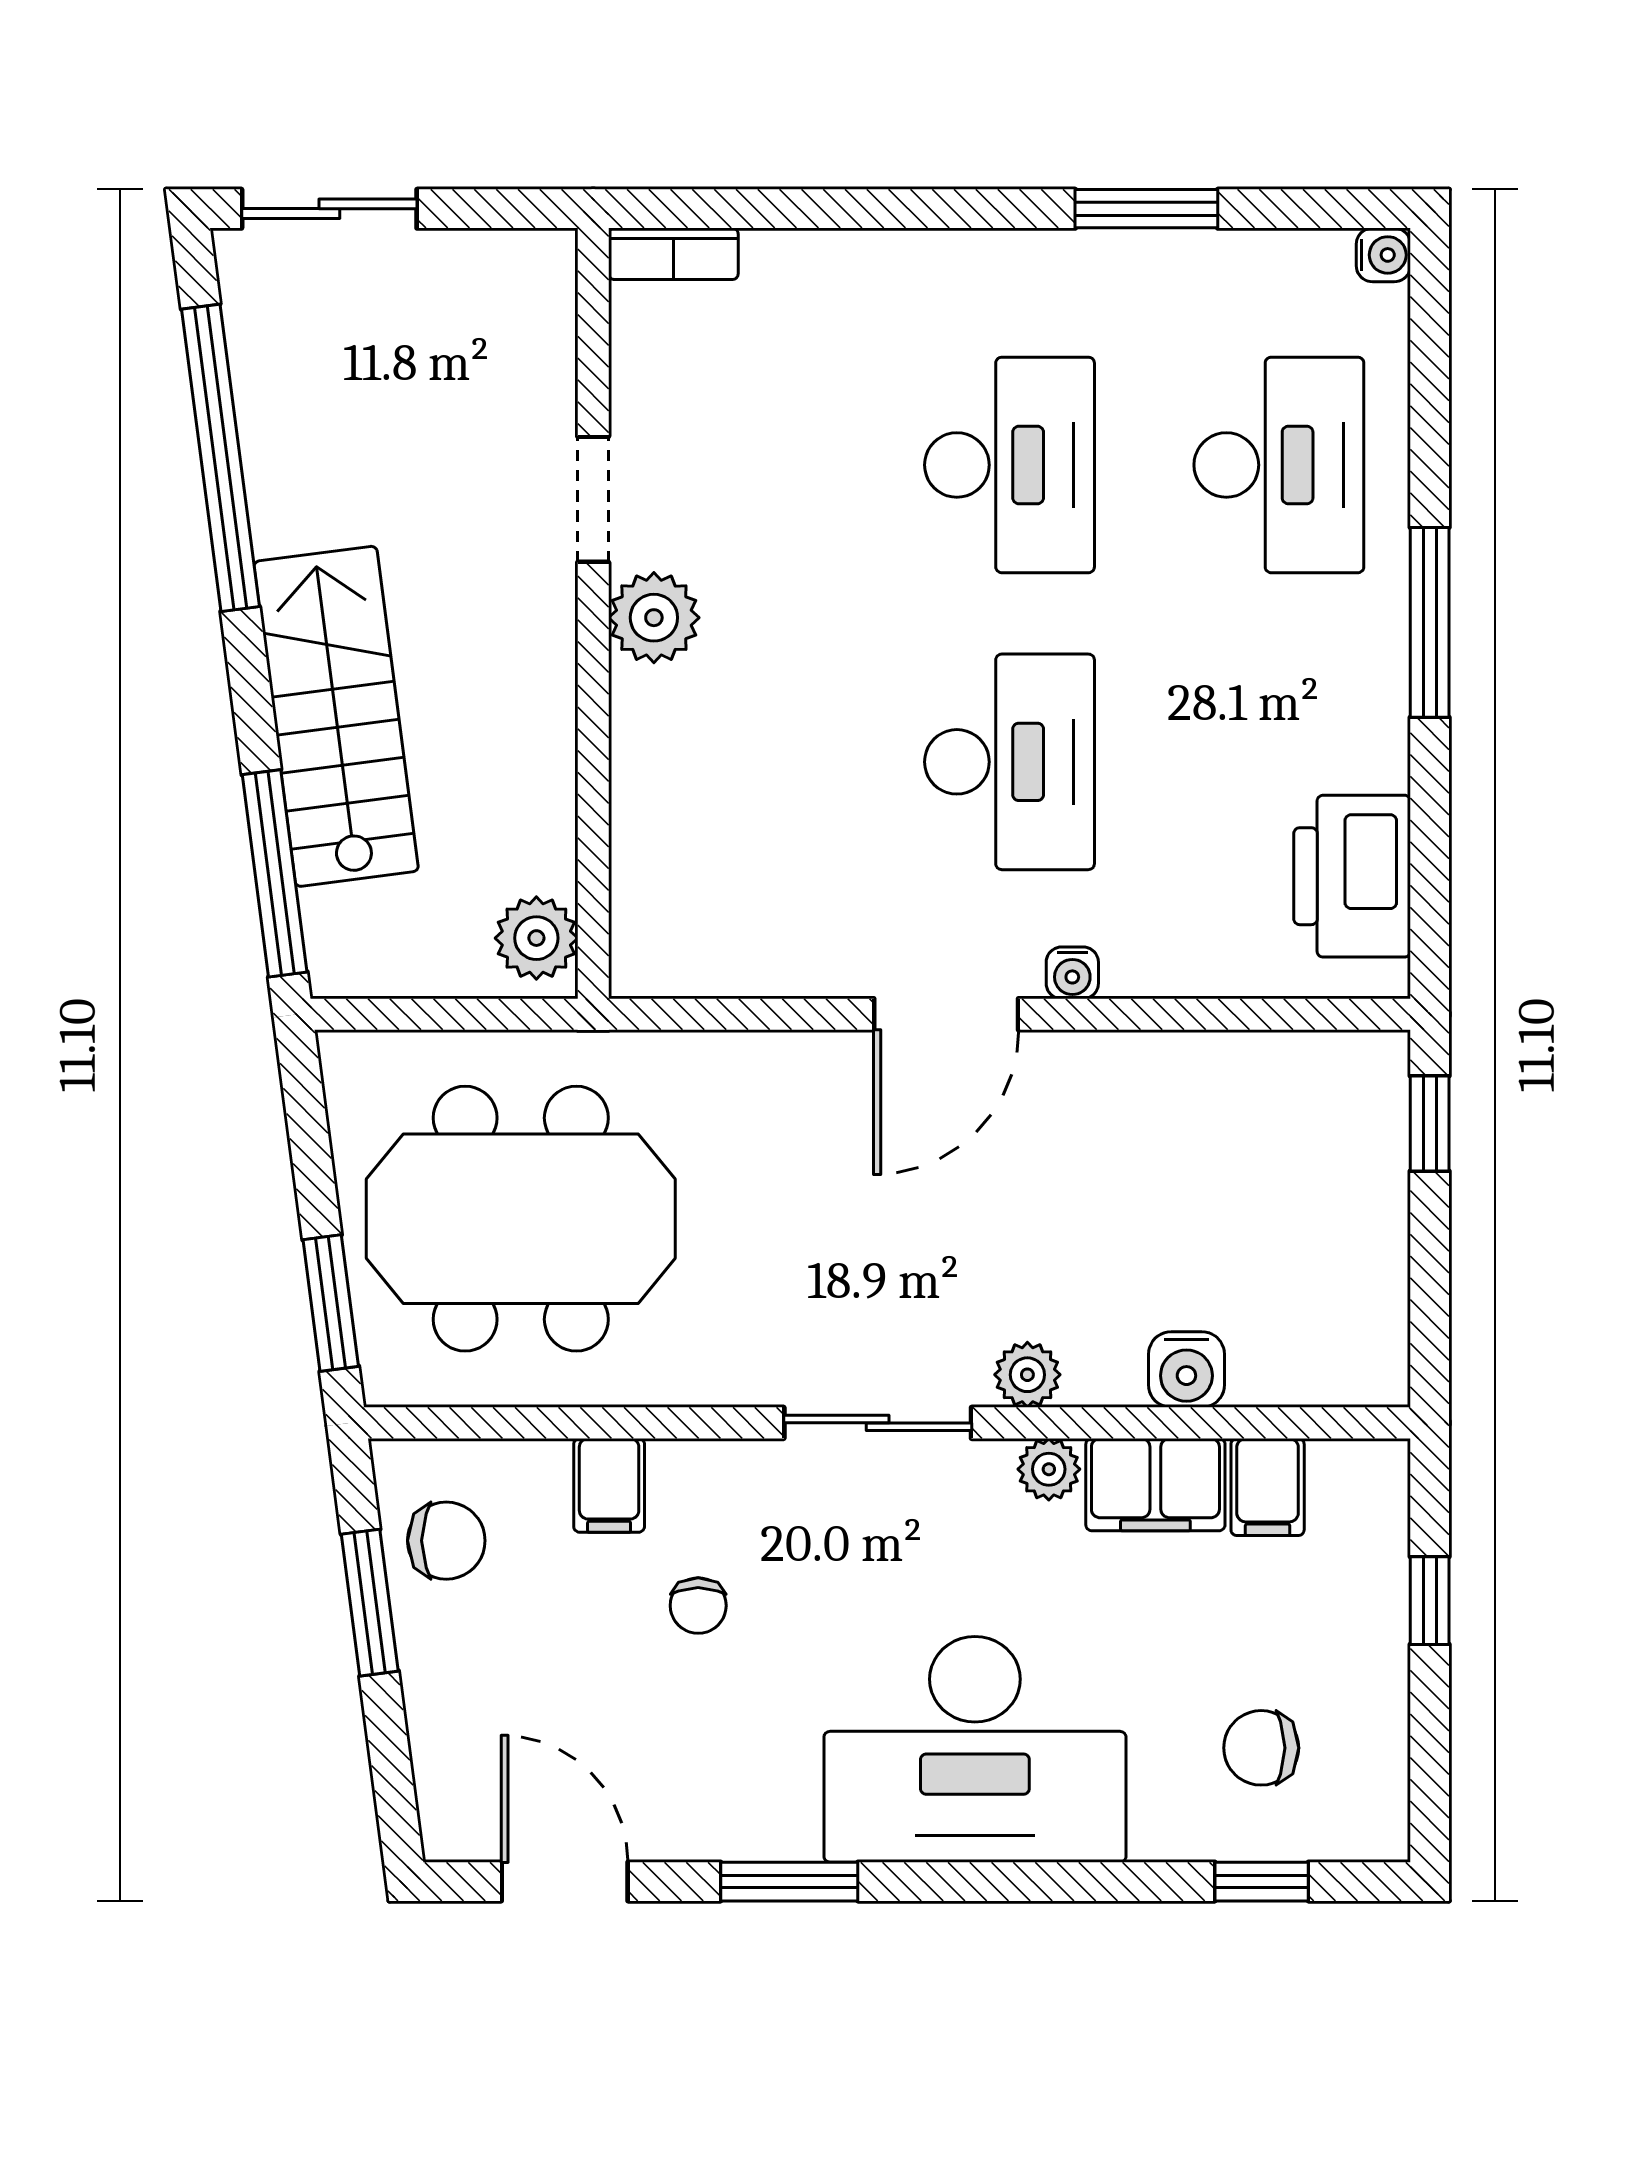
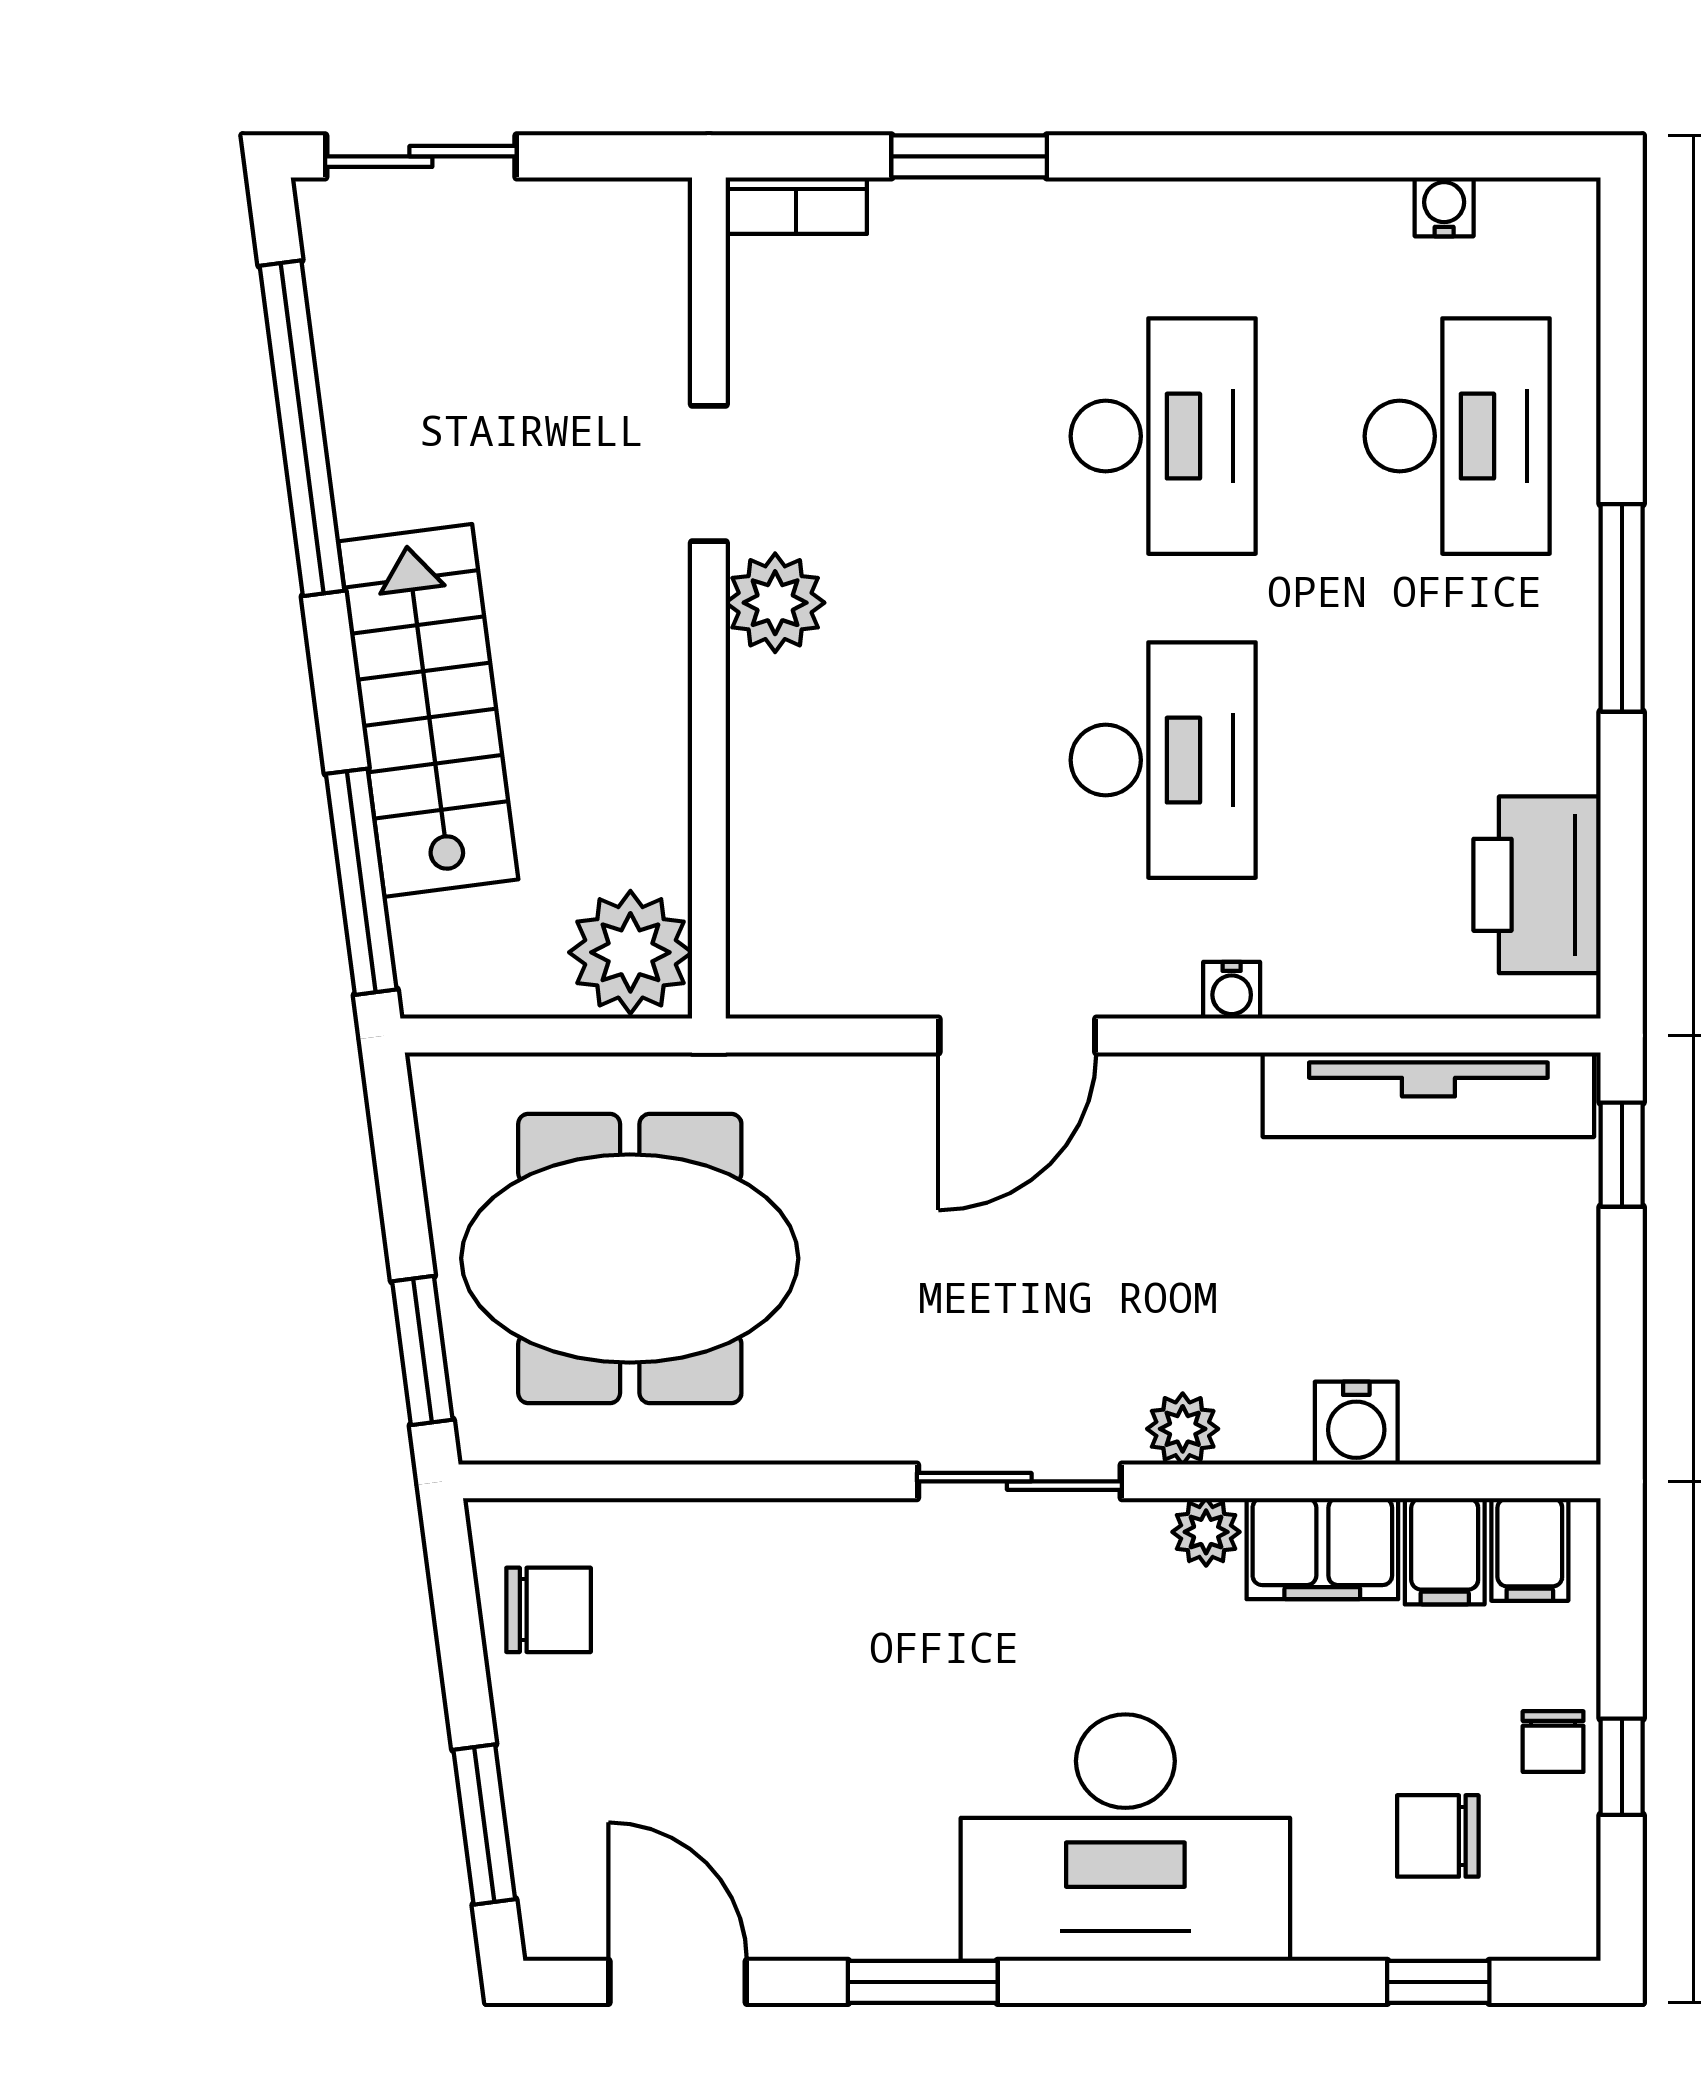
window: (1146, 209) -> (969, 156), moved
water cooler: (1383, 255) -> (1444, 207), moved, turned -90
plant: (536, 938) -> (630, 952), width x1.36, depth x1.36
door: (946, 1014) -> (1017, 1035), moved
tv unit: (1253, 1069) -> (1428, 1095), added
filing cabinet: (609, 1485) -> (1530, 1550), moved
window: (1430, 1601) -> (1622, 1767), moved
window: (370, 1603) -> (484, 1825), moved
chair: (698, 1606) -> (1553, 1742), moved

